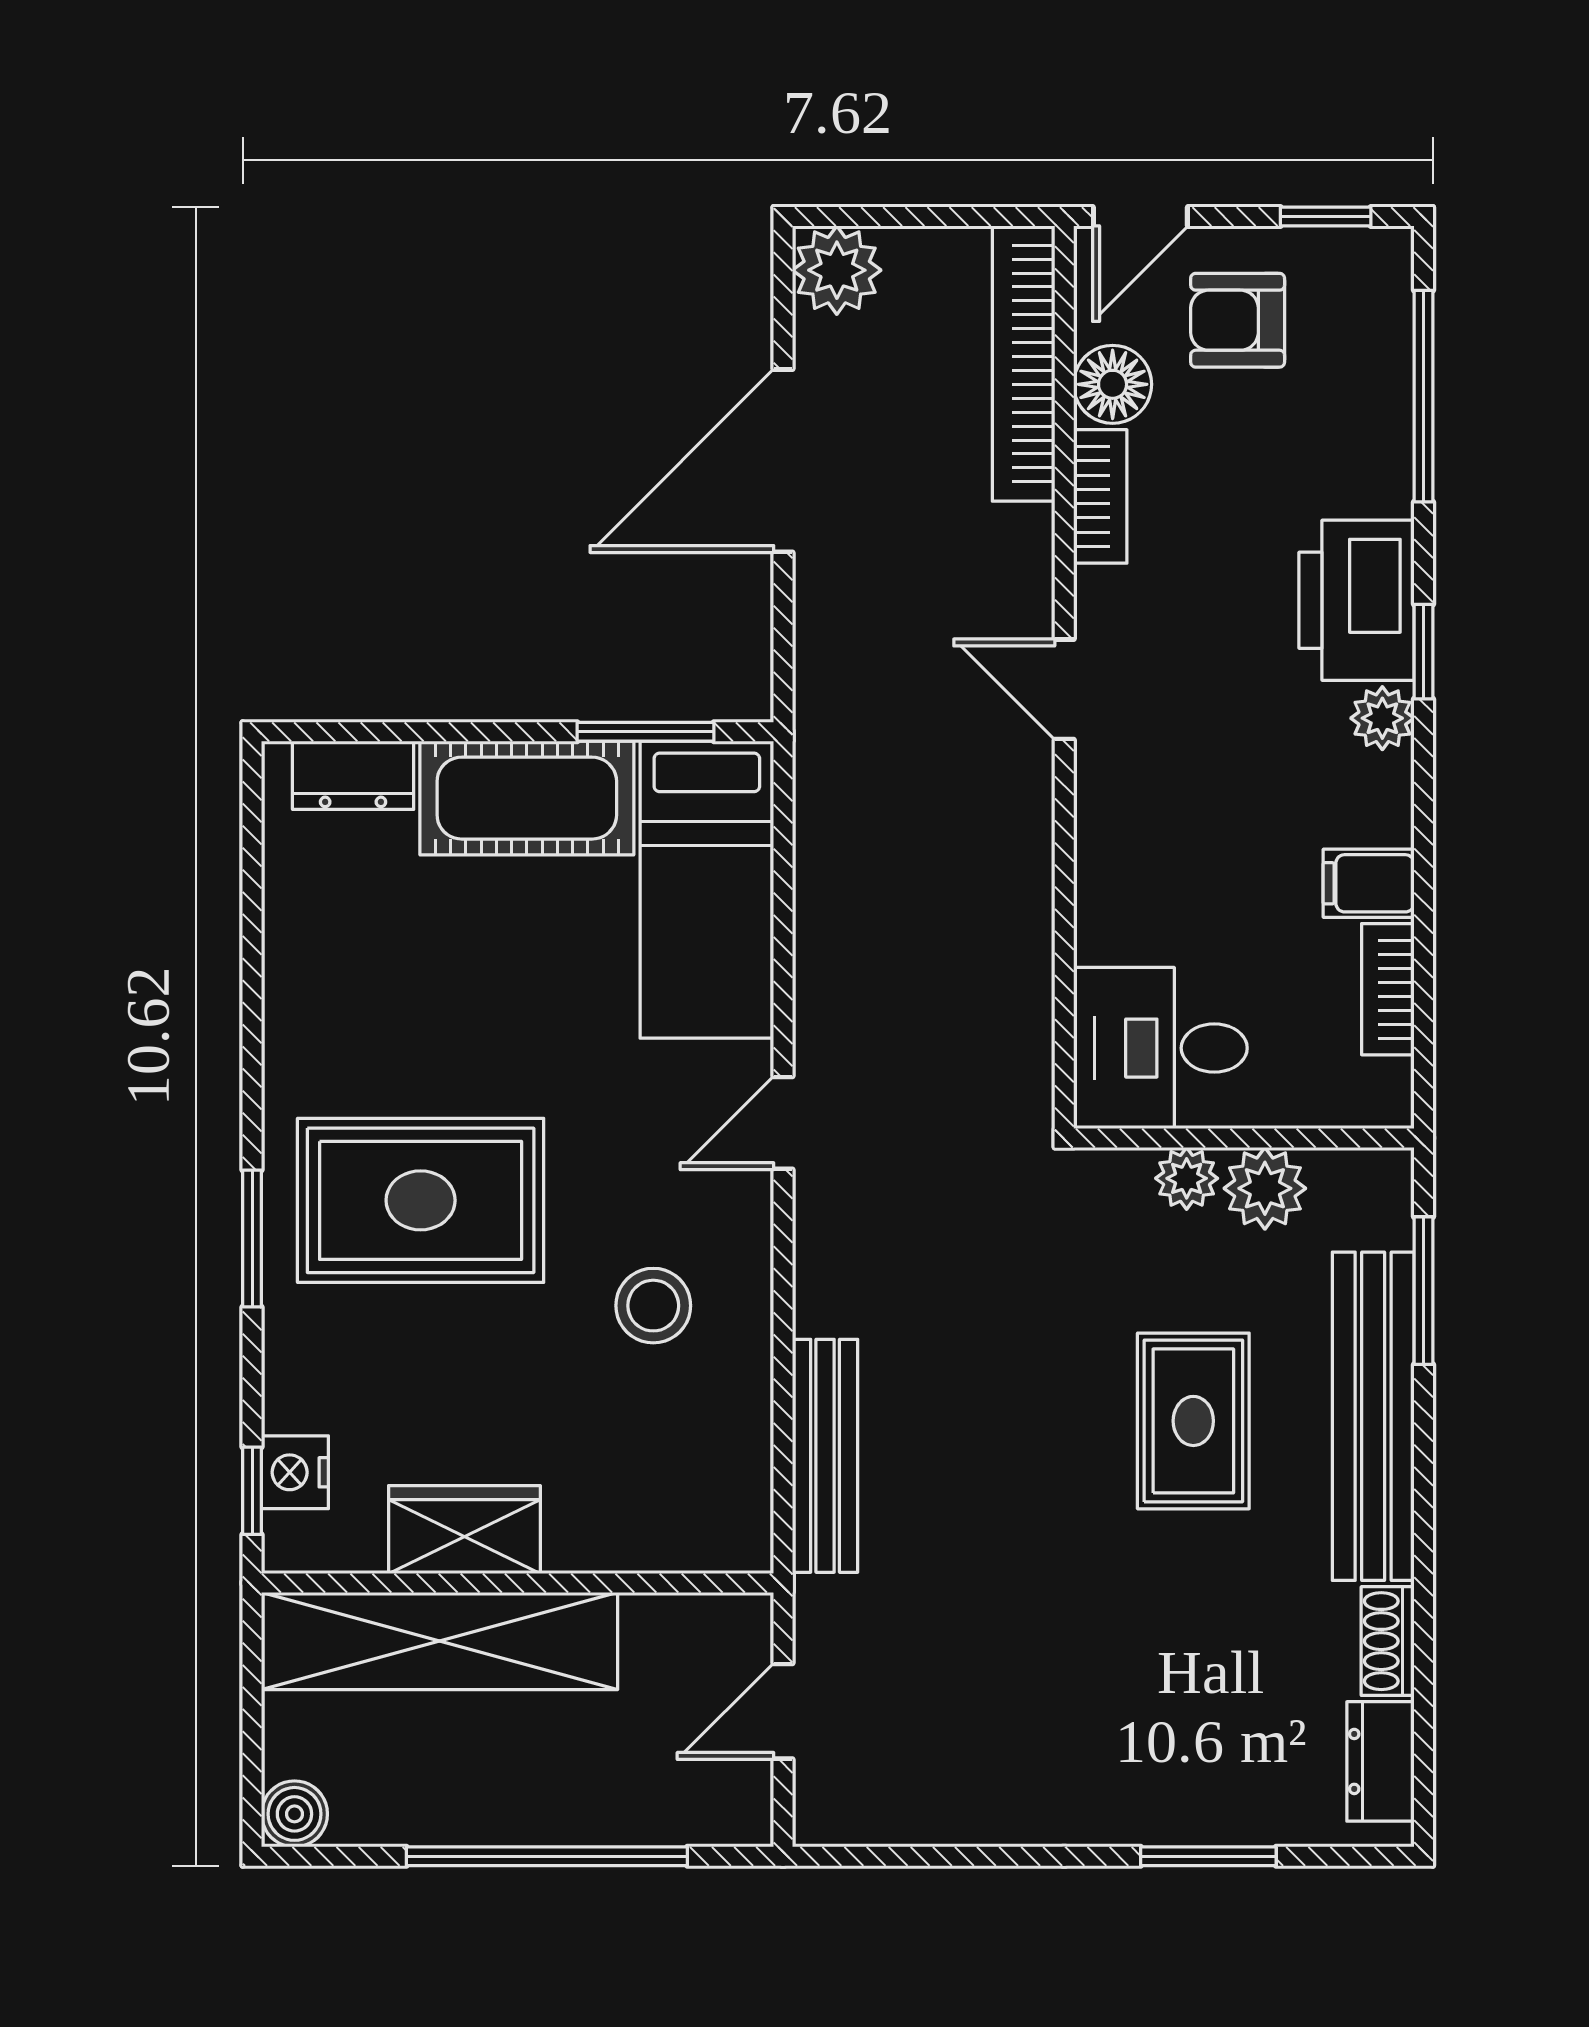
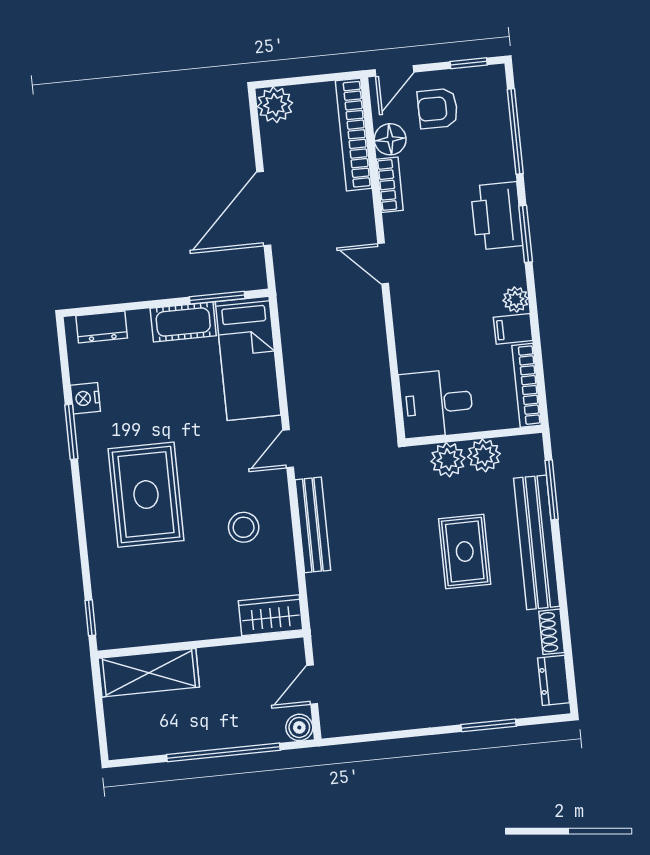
door: (783, 461) -> (264, 209), moved
window: (1423, 652) -> (526, 234), width x1.50
plant: (1382, 718) -> (516, 299), moved
cot: (527, 798) -> (183, 322), width x0.73, depth x0.75
bookcase: (1388, 989) -> (527, 385), width x1.56
plant: (1187, 1178) -> (448, 460), width x1.38, depth x1.38
rug: (421, 1200) -> (146, 495), turned 90
window: (252, 1238) -> (71, 432), moved
bench: (825, 1456) -> (313, 525), moved
nightstand: (295, 1472) -> (85, 398), moved
wardrobe: (464, 1530) -> (271, 615), moved
shelving: (440, 1641) -> (149, 673), width x0.68
boiler: (294, 1814) -> (299, 727), moved

